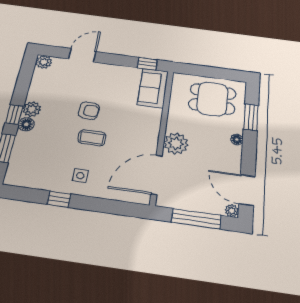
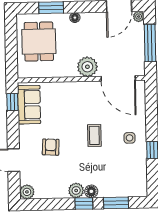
sofa: (153, 88) -> (29, 105), moved, turned -90
armchair: (89, 111) -> (51, 147), moved

